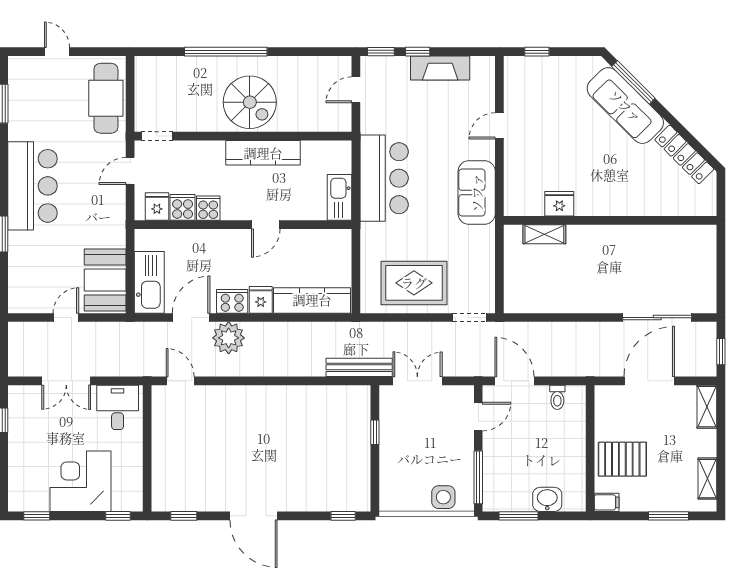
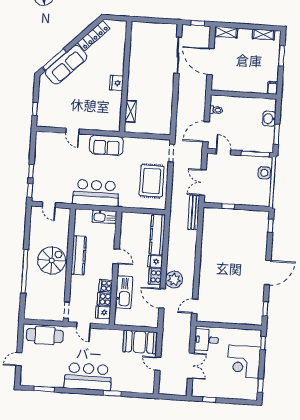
fireplace: (440, 68) -> (40, 160), removed
fridge: (559, 204) -> (116, 83), moved
kitchen sink: (149, 282) -> (124, 292), moved, turned 90
pallet: (622, 459) -> (251, 78), removed

